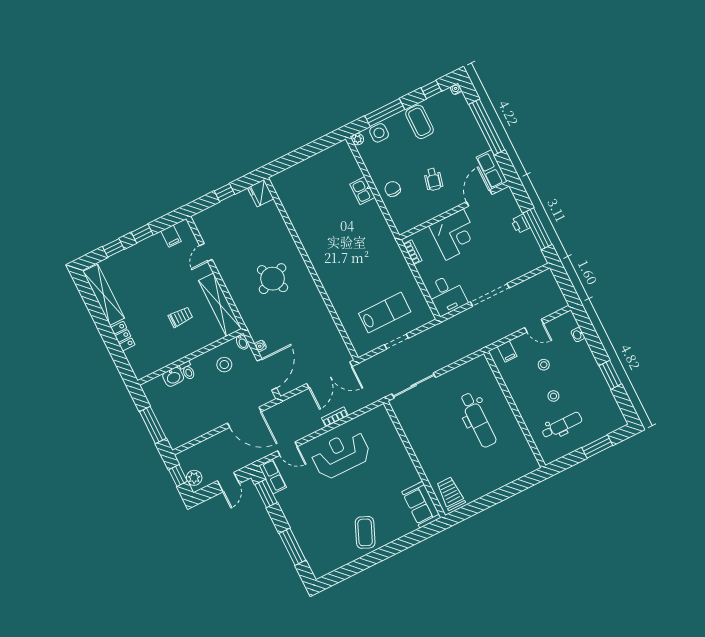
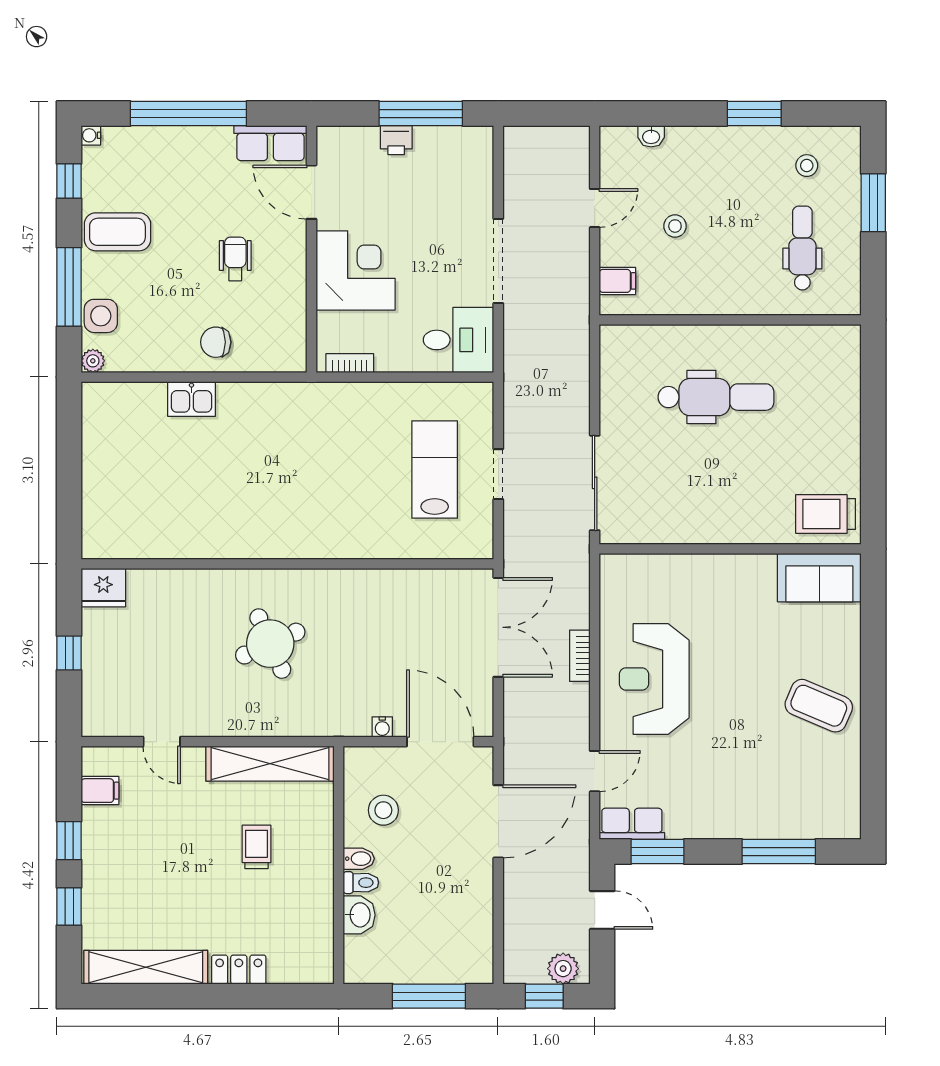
wheelchair: (433, 179) -> (235, 259), turned -103
bidet: (242, 342) -> (359, 859), moved
stool: (553, 396) -> (807, 166), moved

